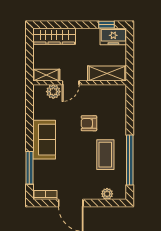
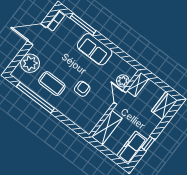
window: (106, 25) -> (148, 144), moved
wardrobe: (54, 36) -> (164, 106), width x0.67
freezer: (113, 36) -> (132, 148), width x1.40
plant: (107, 194) -> (30, 63), width x1.87, depth x1.87

